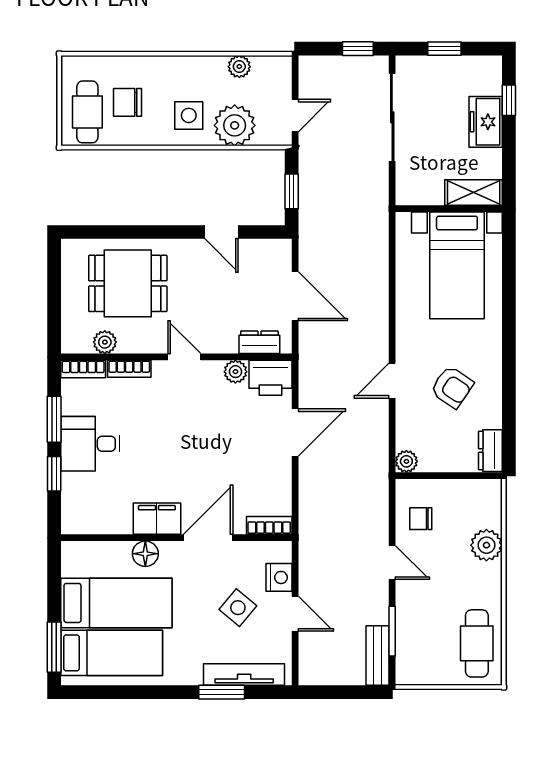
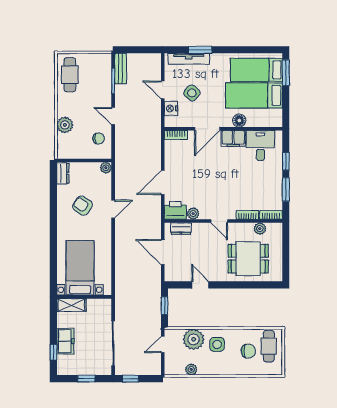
desk: (90, 444) -> (260, 145), moved, turned -90

